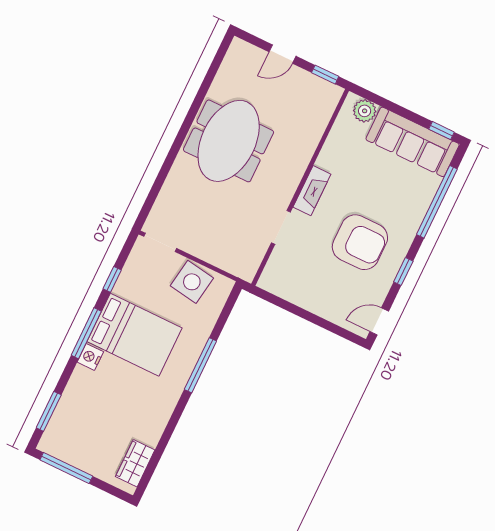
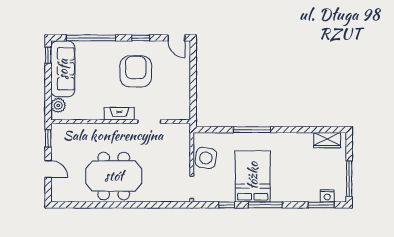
nightstand: (90, 357) -> (327, 196), moved

